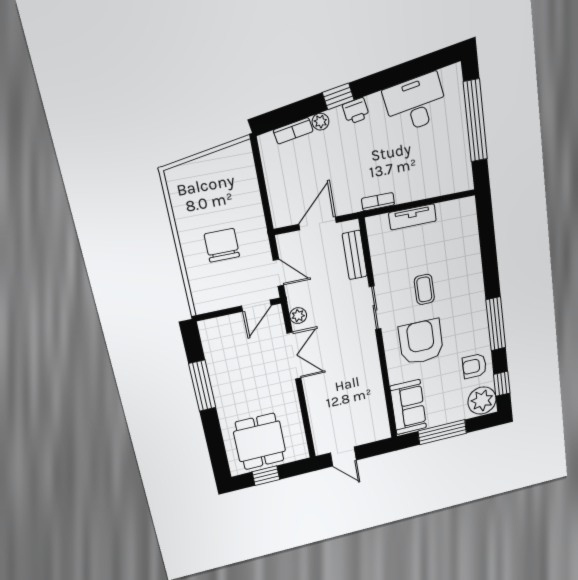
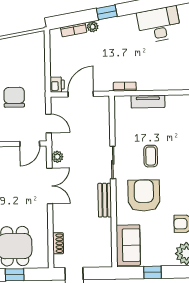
printer: (356, 111) -> (57, 85), moved, turned -80
bench: (355, 255) -> (105, 200), moved
shoe rack: (317, 425) -> (58, 243), added
window: (442, 432) -> (152, 272), width x0.46

